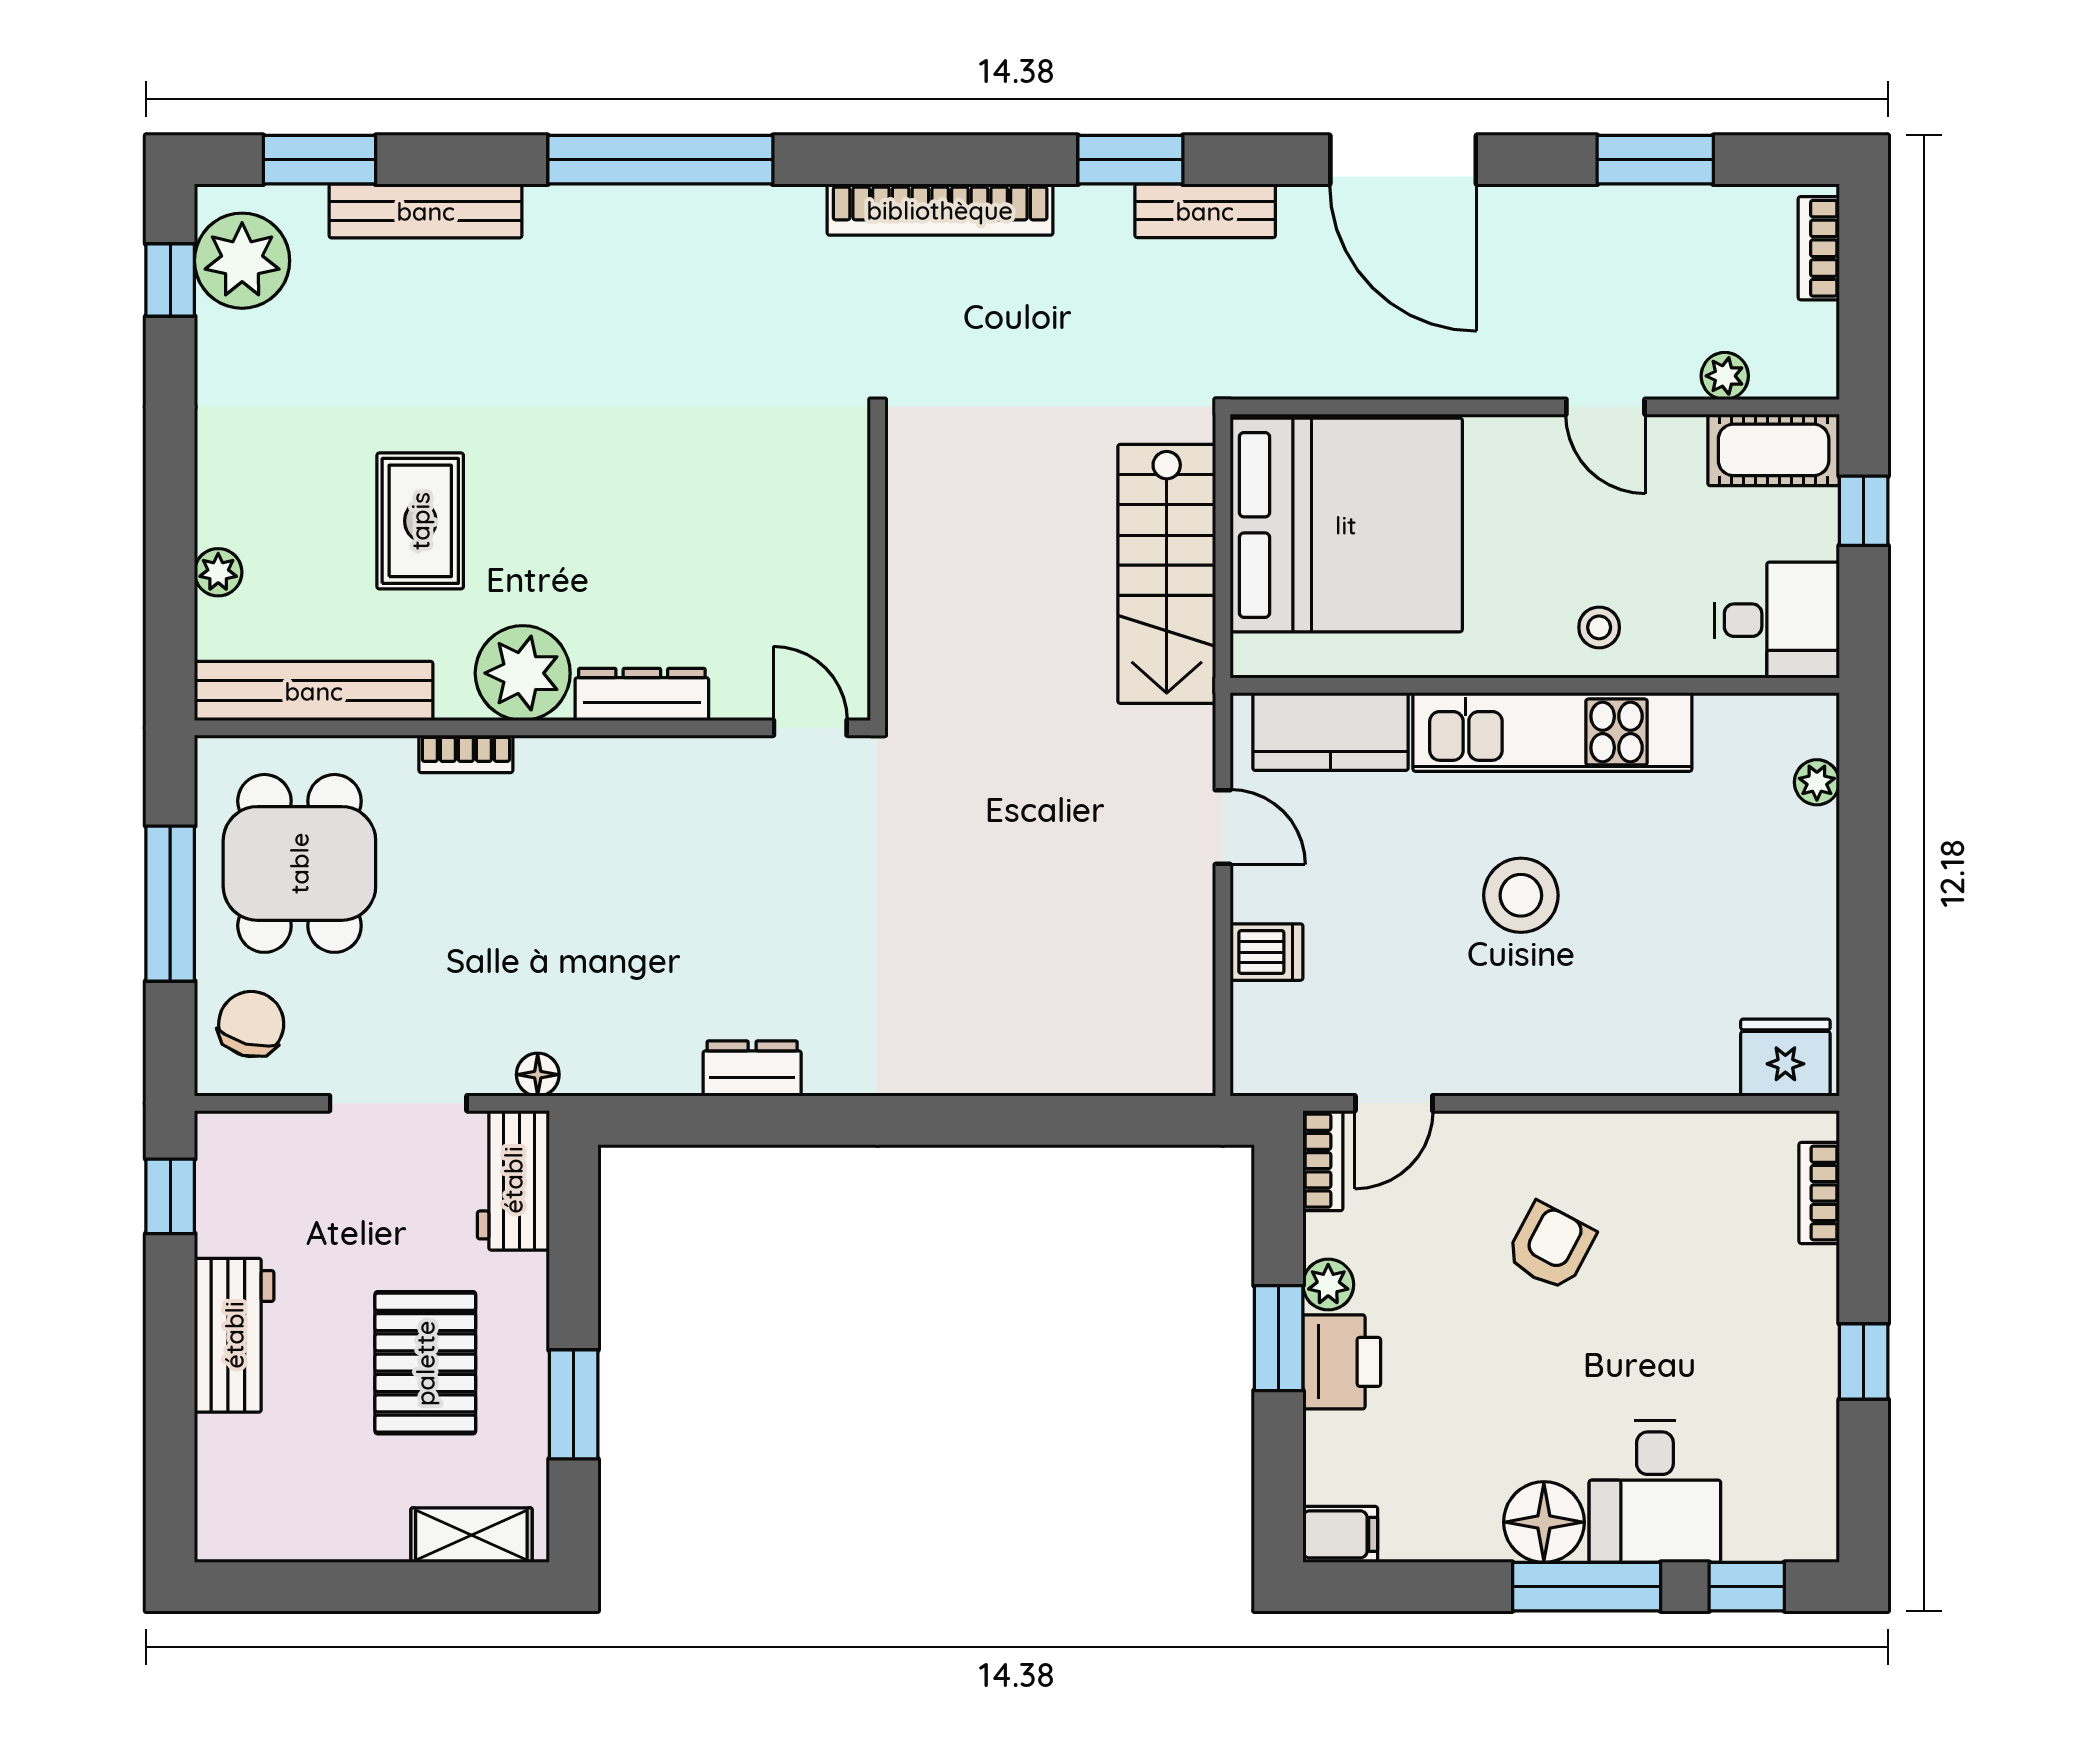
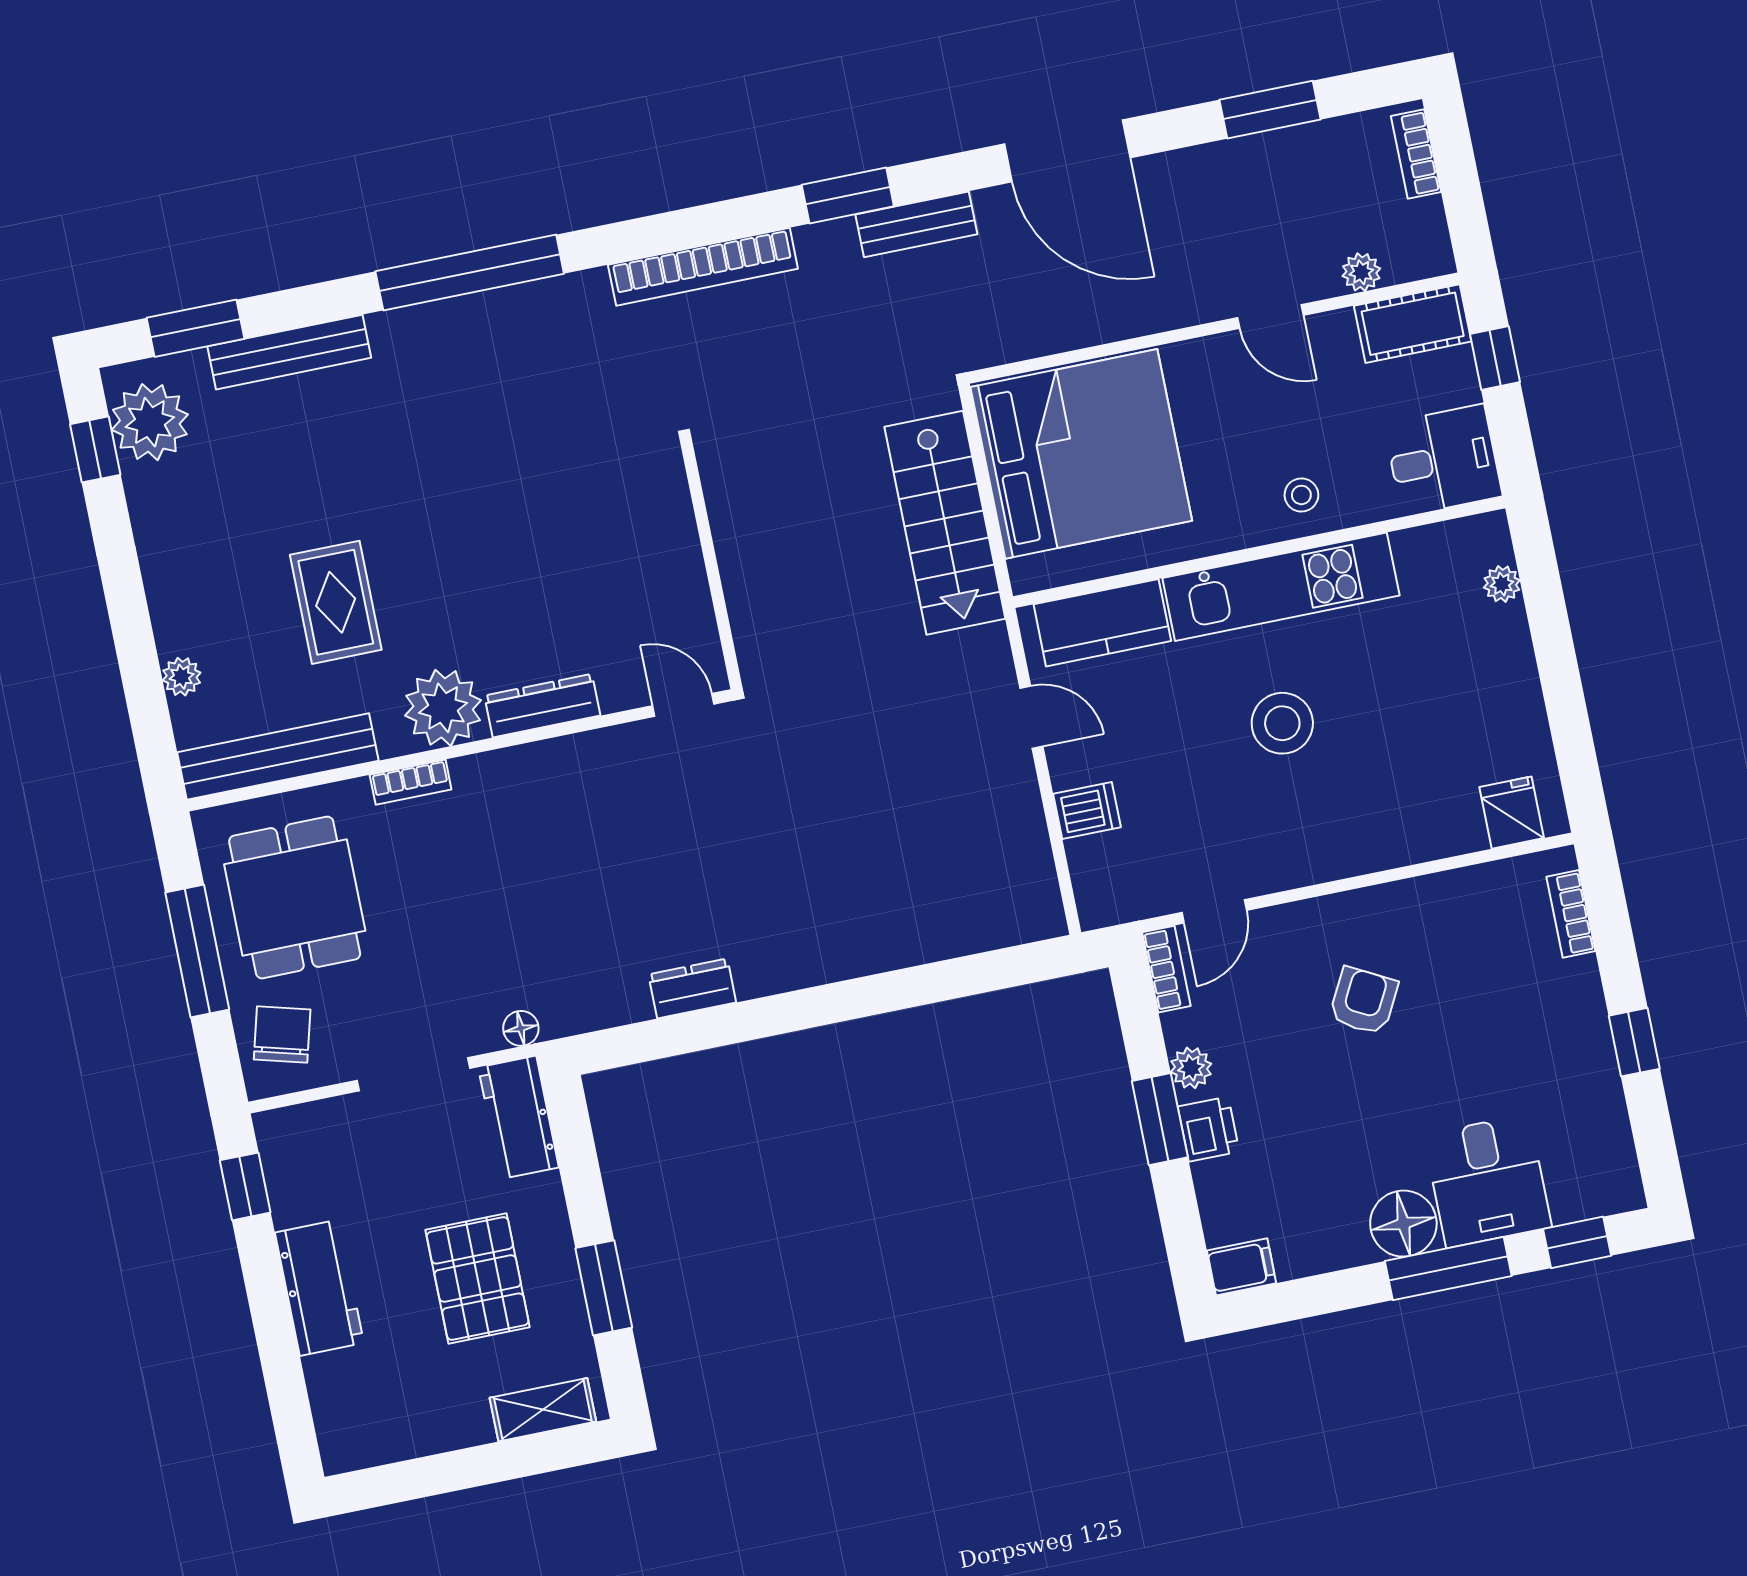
fridge: (1785, 1058) -> (1512, 813), width x0.72
printer: (1342, 1362) -> (1208, 1129), width x0.73, depth x0.81

